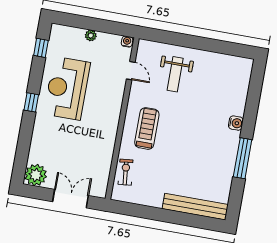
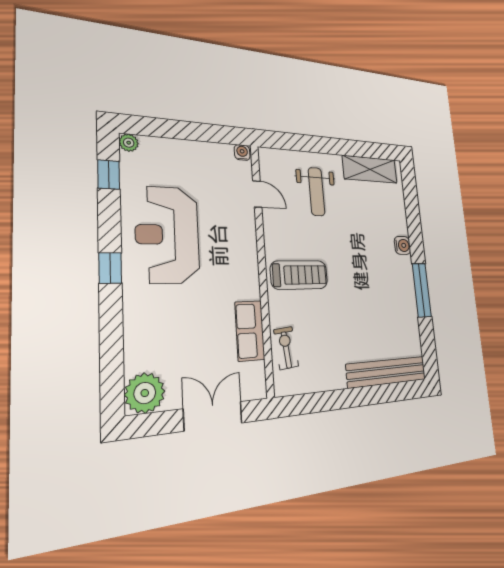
plant: (91, 36) -> (129, 143), moved
shelving: (224, 63) -> (370, 169), added
treadmill: (147, 128) -> (299, 275), turned 90
row of seats: (104, 156) -> (250, 331), added

